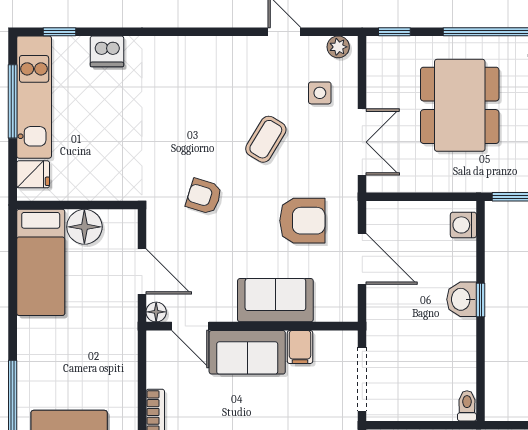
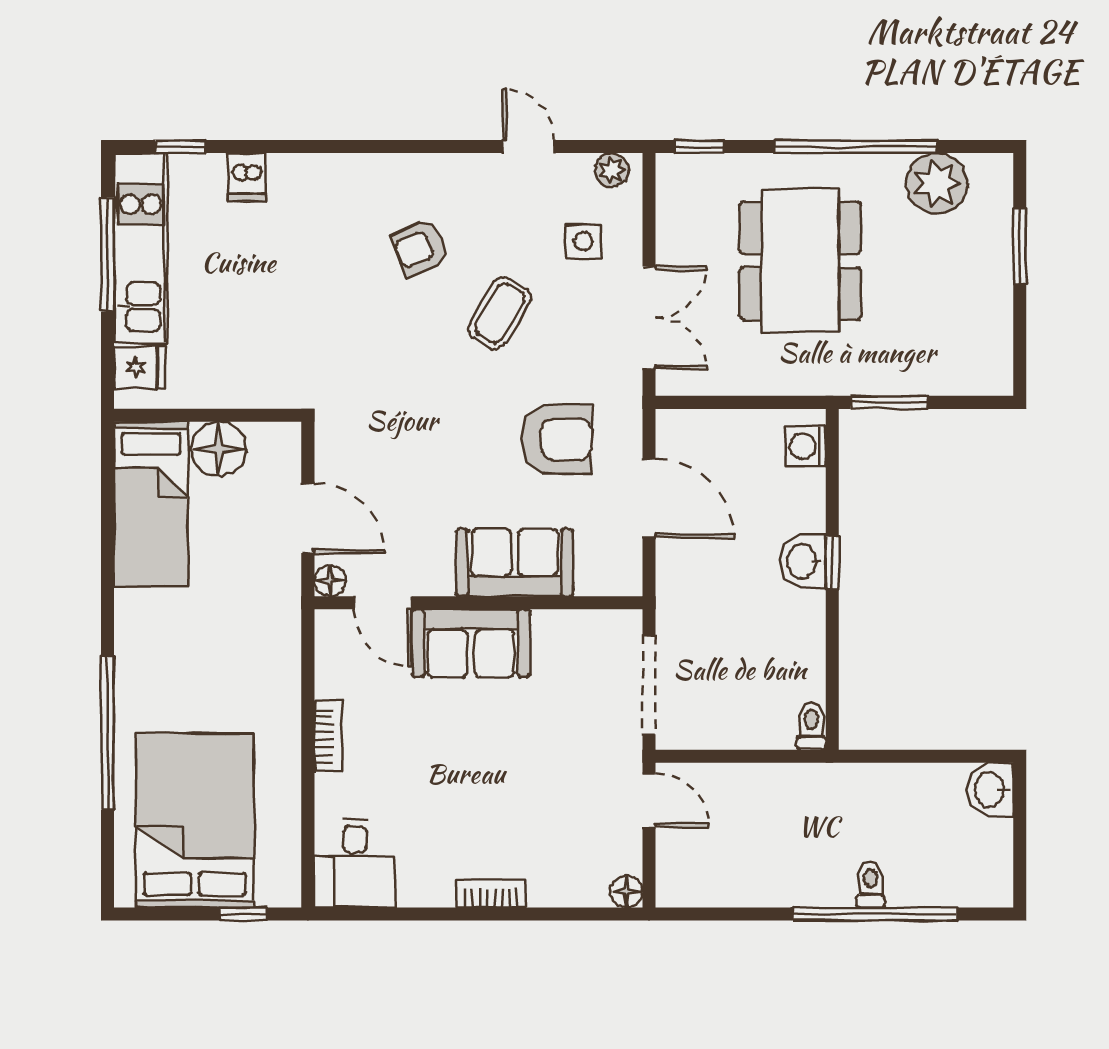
dishwasher: (107, 51) -> (247, 177), width x0.73
armchair: (204, 196) -> (420, 247), moved, turned -41
filing cabinet: (300, 347) -> (553, 635), removed

